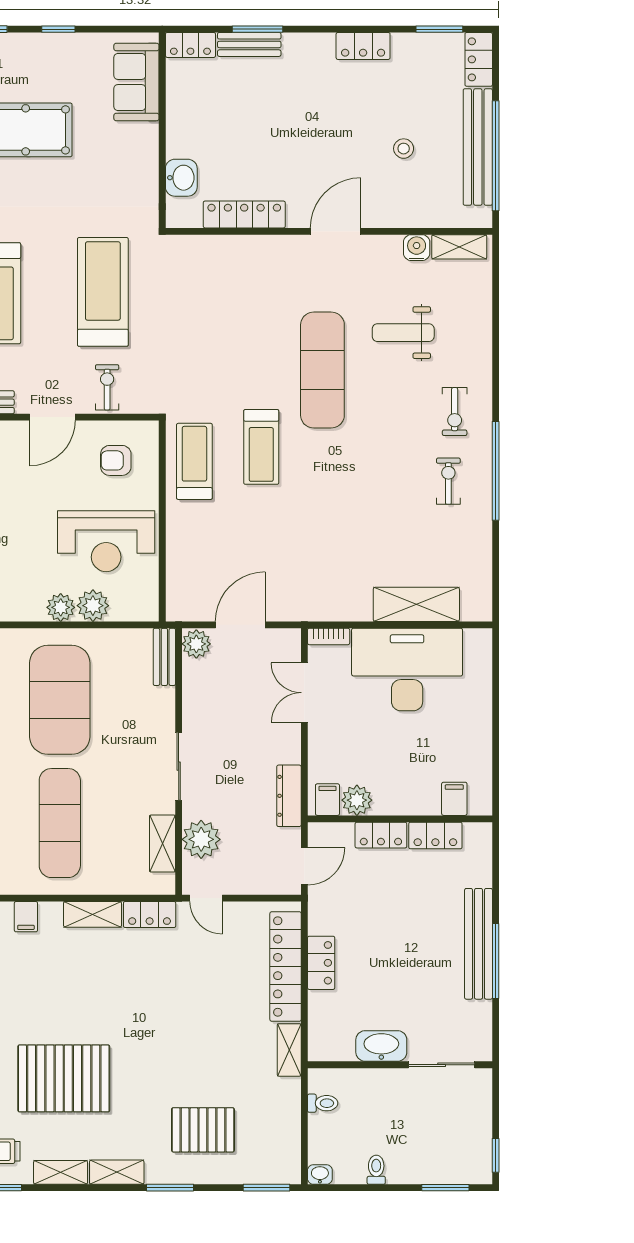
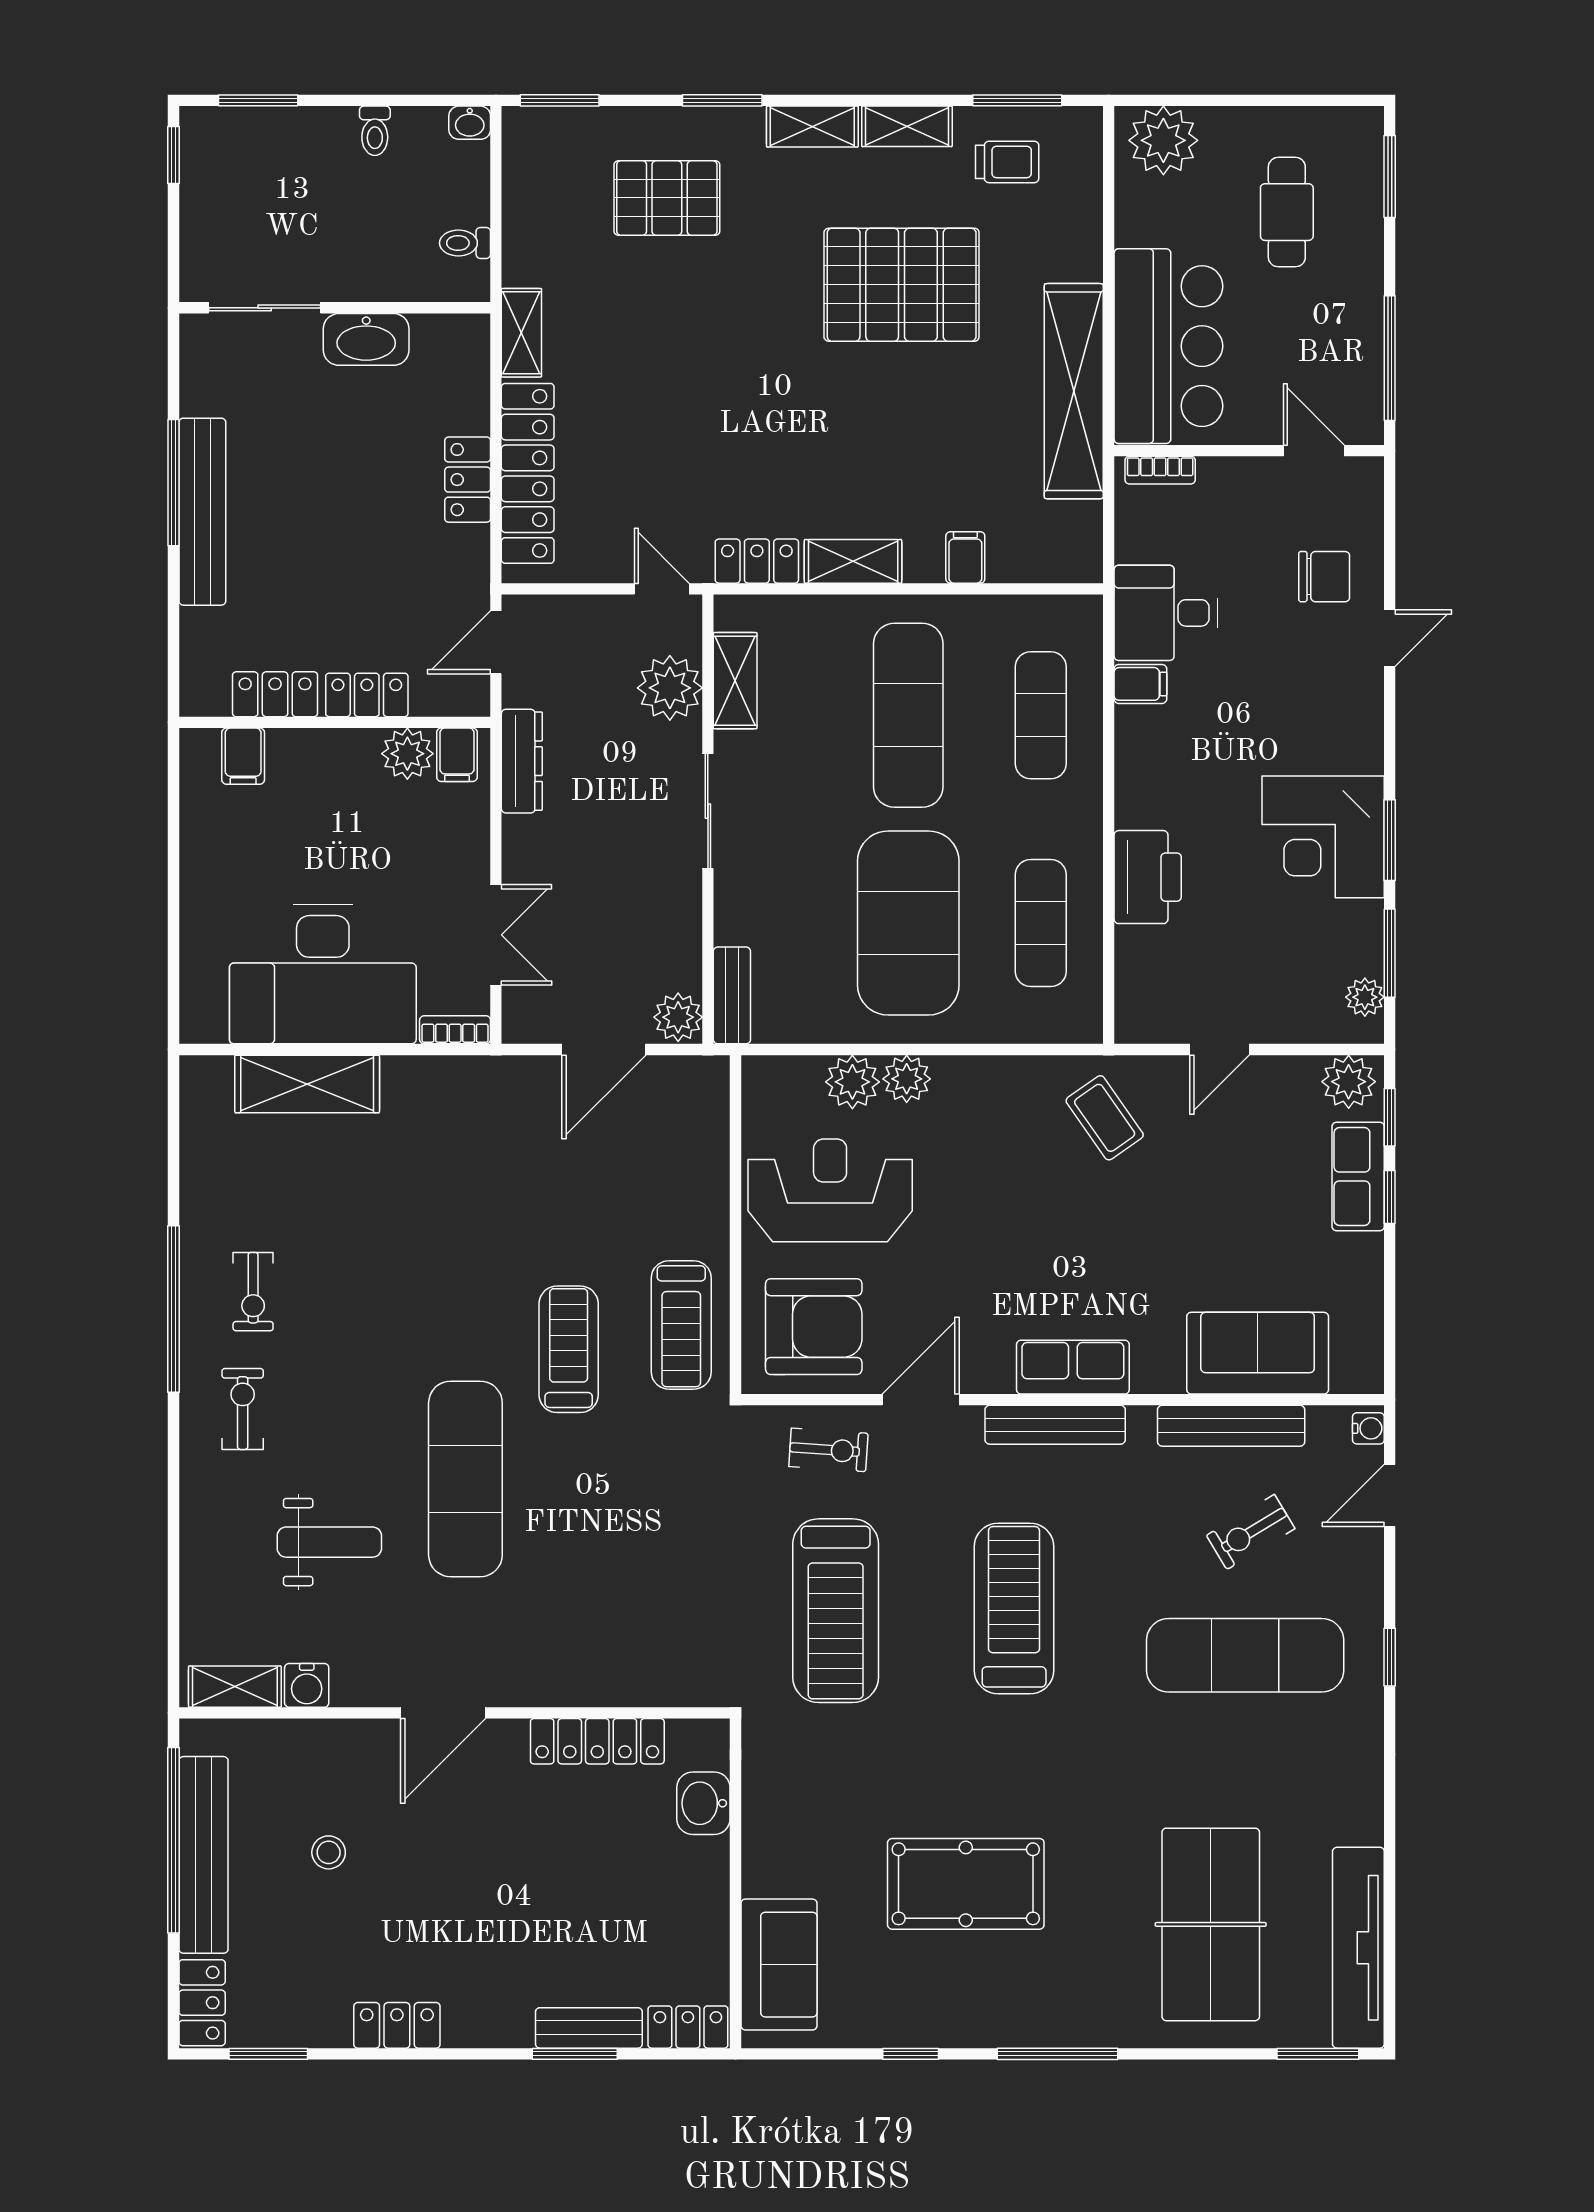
exercise bike: (107, 387) -> (828, 1450), turned -86
armchair: (116, 460) -> (814, 1327), width x1.88, depth x1.88

